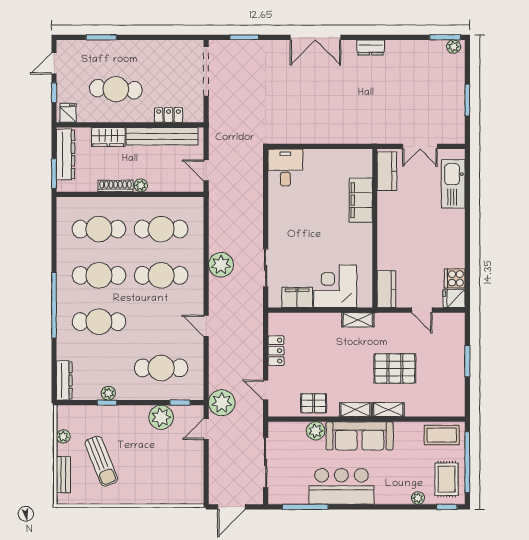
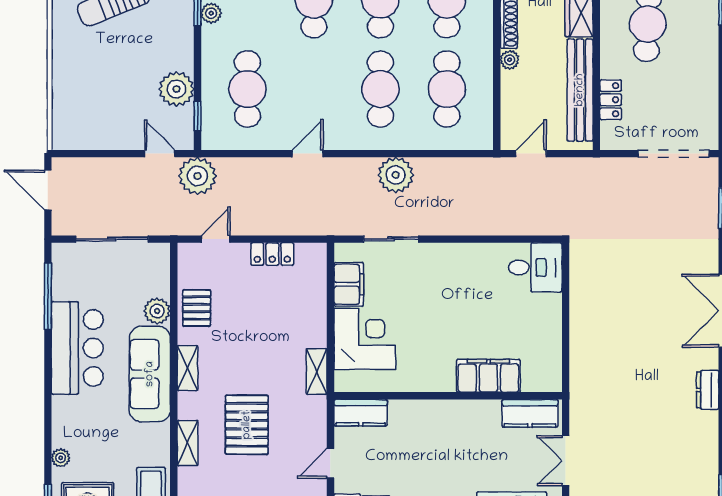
shelving: (388, 410) -> (188, 443), moved

